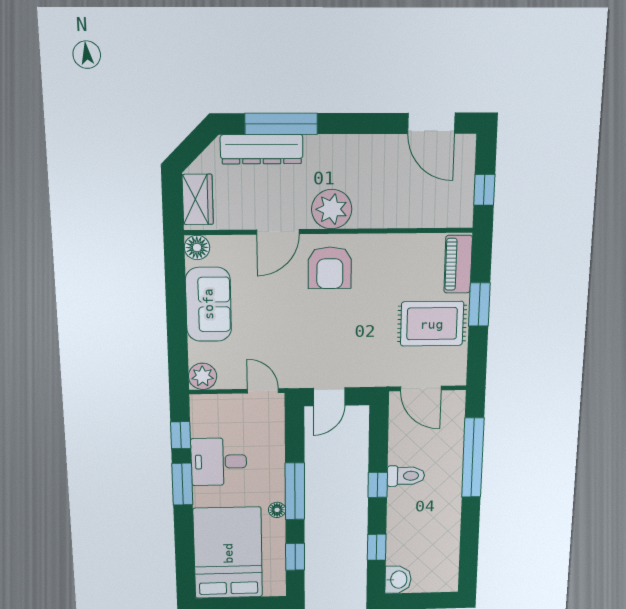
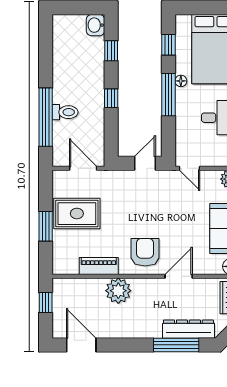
plant: (332, 209) -> (118, 291), moved
piano: (458, 264) -> (99, 266), moved, turned -90
toilet: (406, 476) -> (65, 112), moved, turned 180

